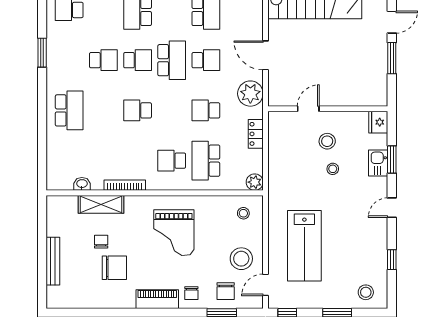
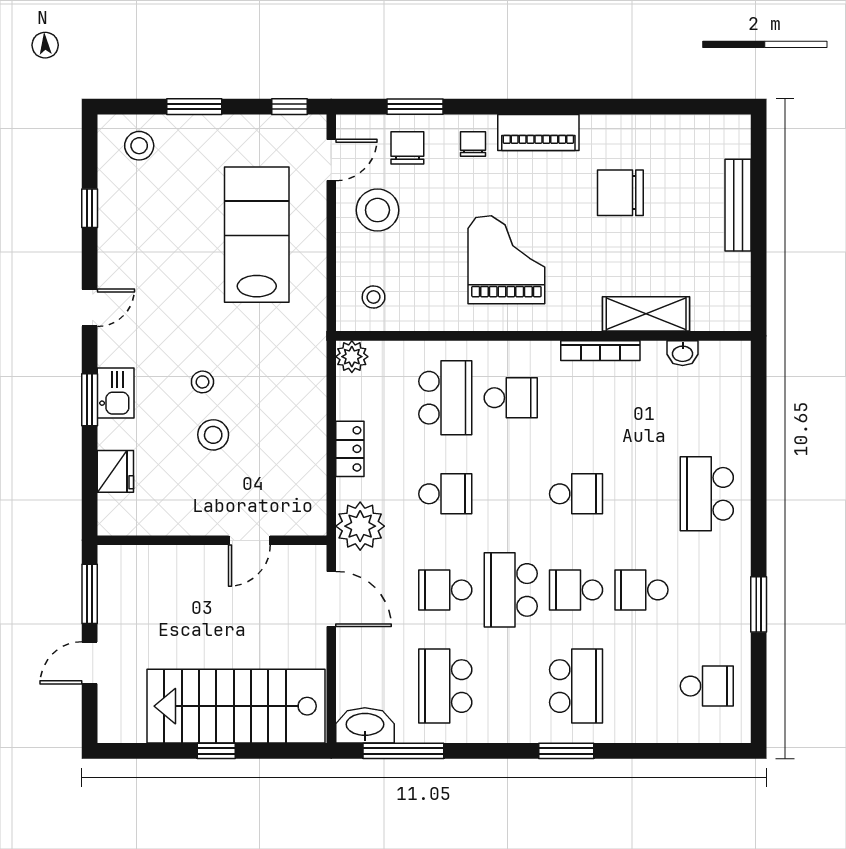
door: (308, 109) -> (249, 540), moved
wall: (328, 109) -> (212, 540), moved
chair: (101, 242) -> (646, 243), removed

